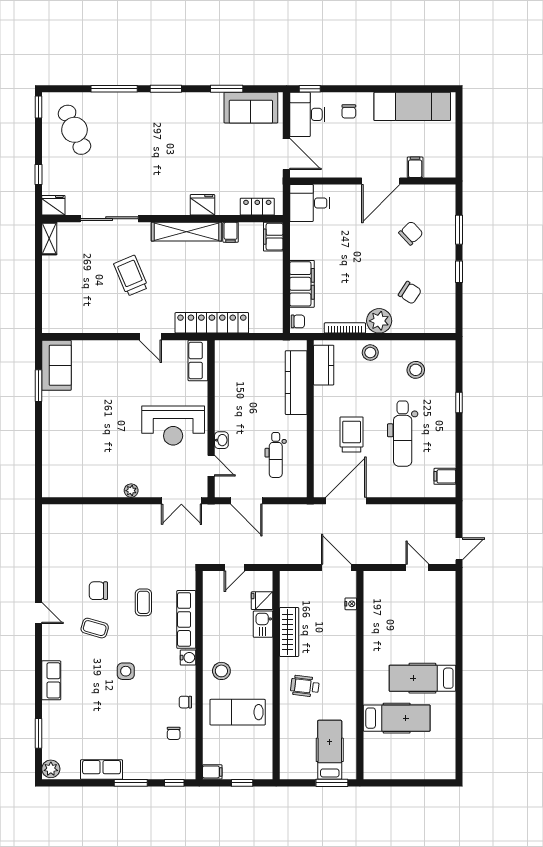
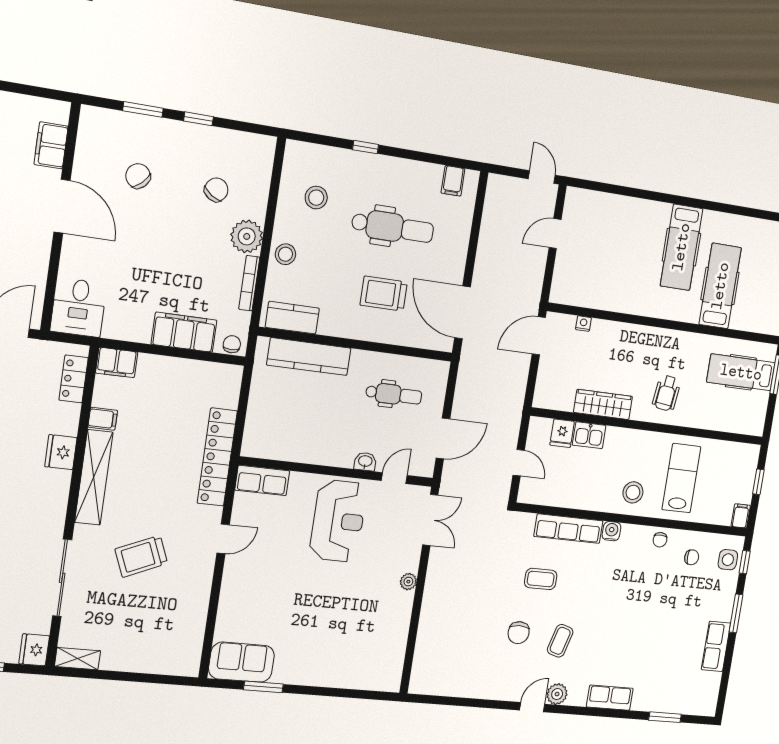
filing cabinet: (415, 167) -> (51, 145), width x2.00
side table: (126, 671) -> (728, 560), moved
lab bench: (238, 712) -> (681, 478), turned 180
plant: (51, 769) -> (557, 694), moved

